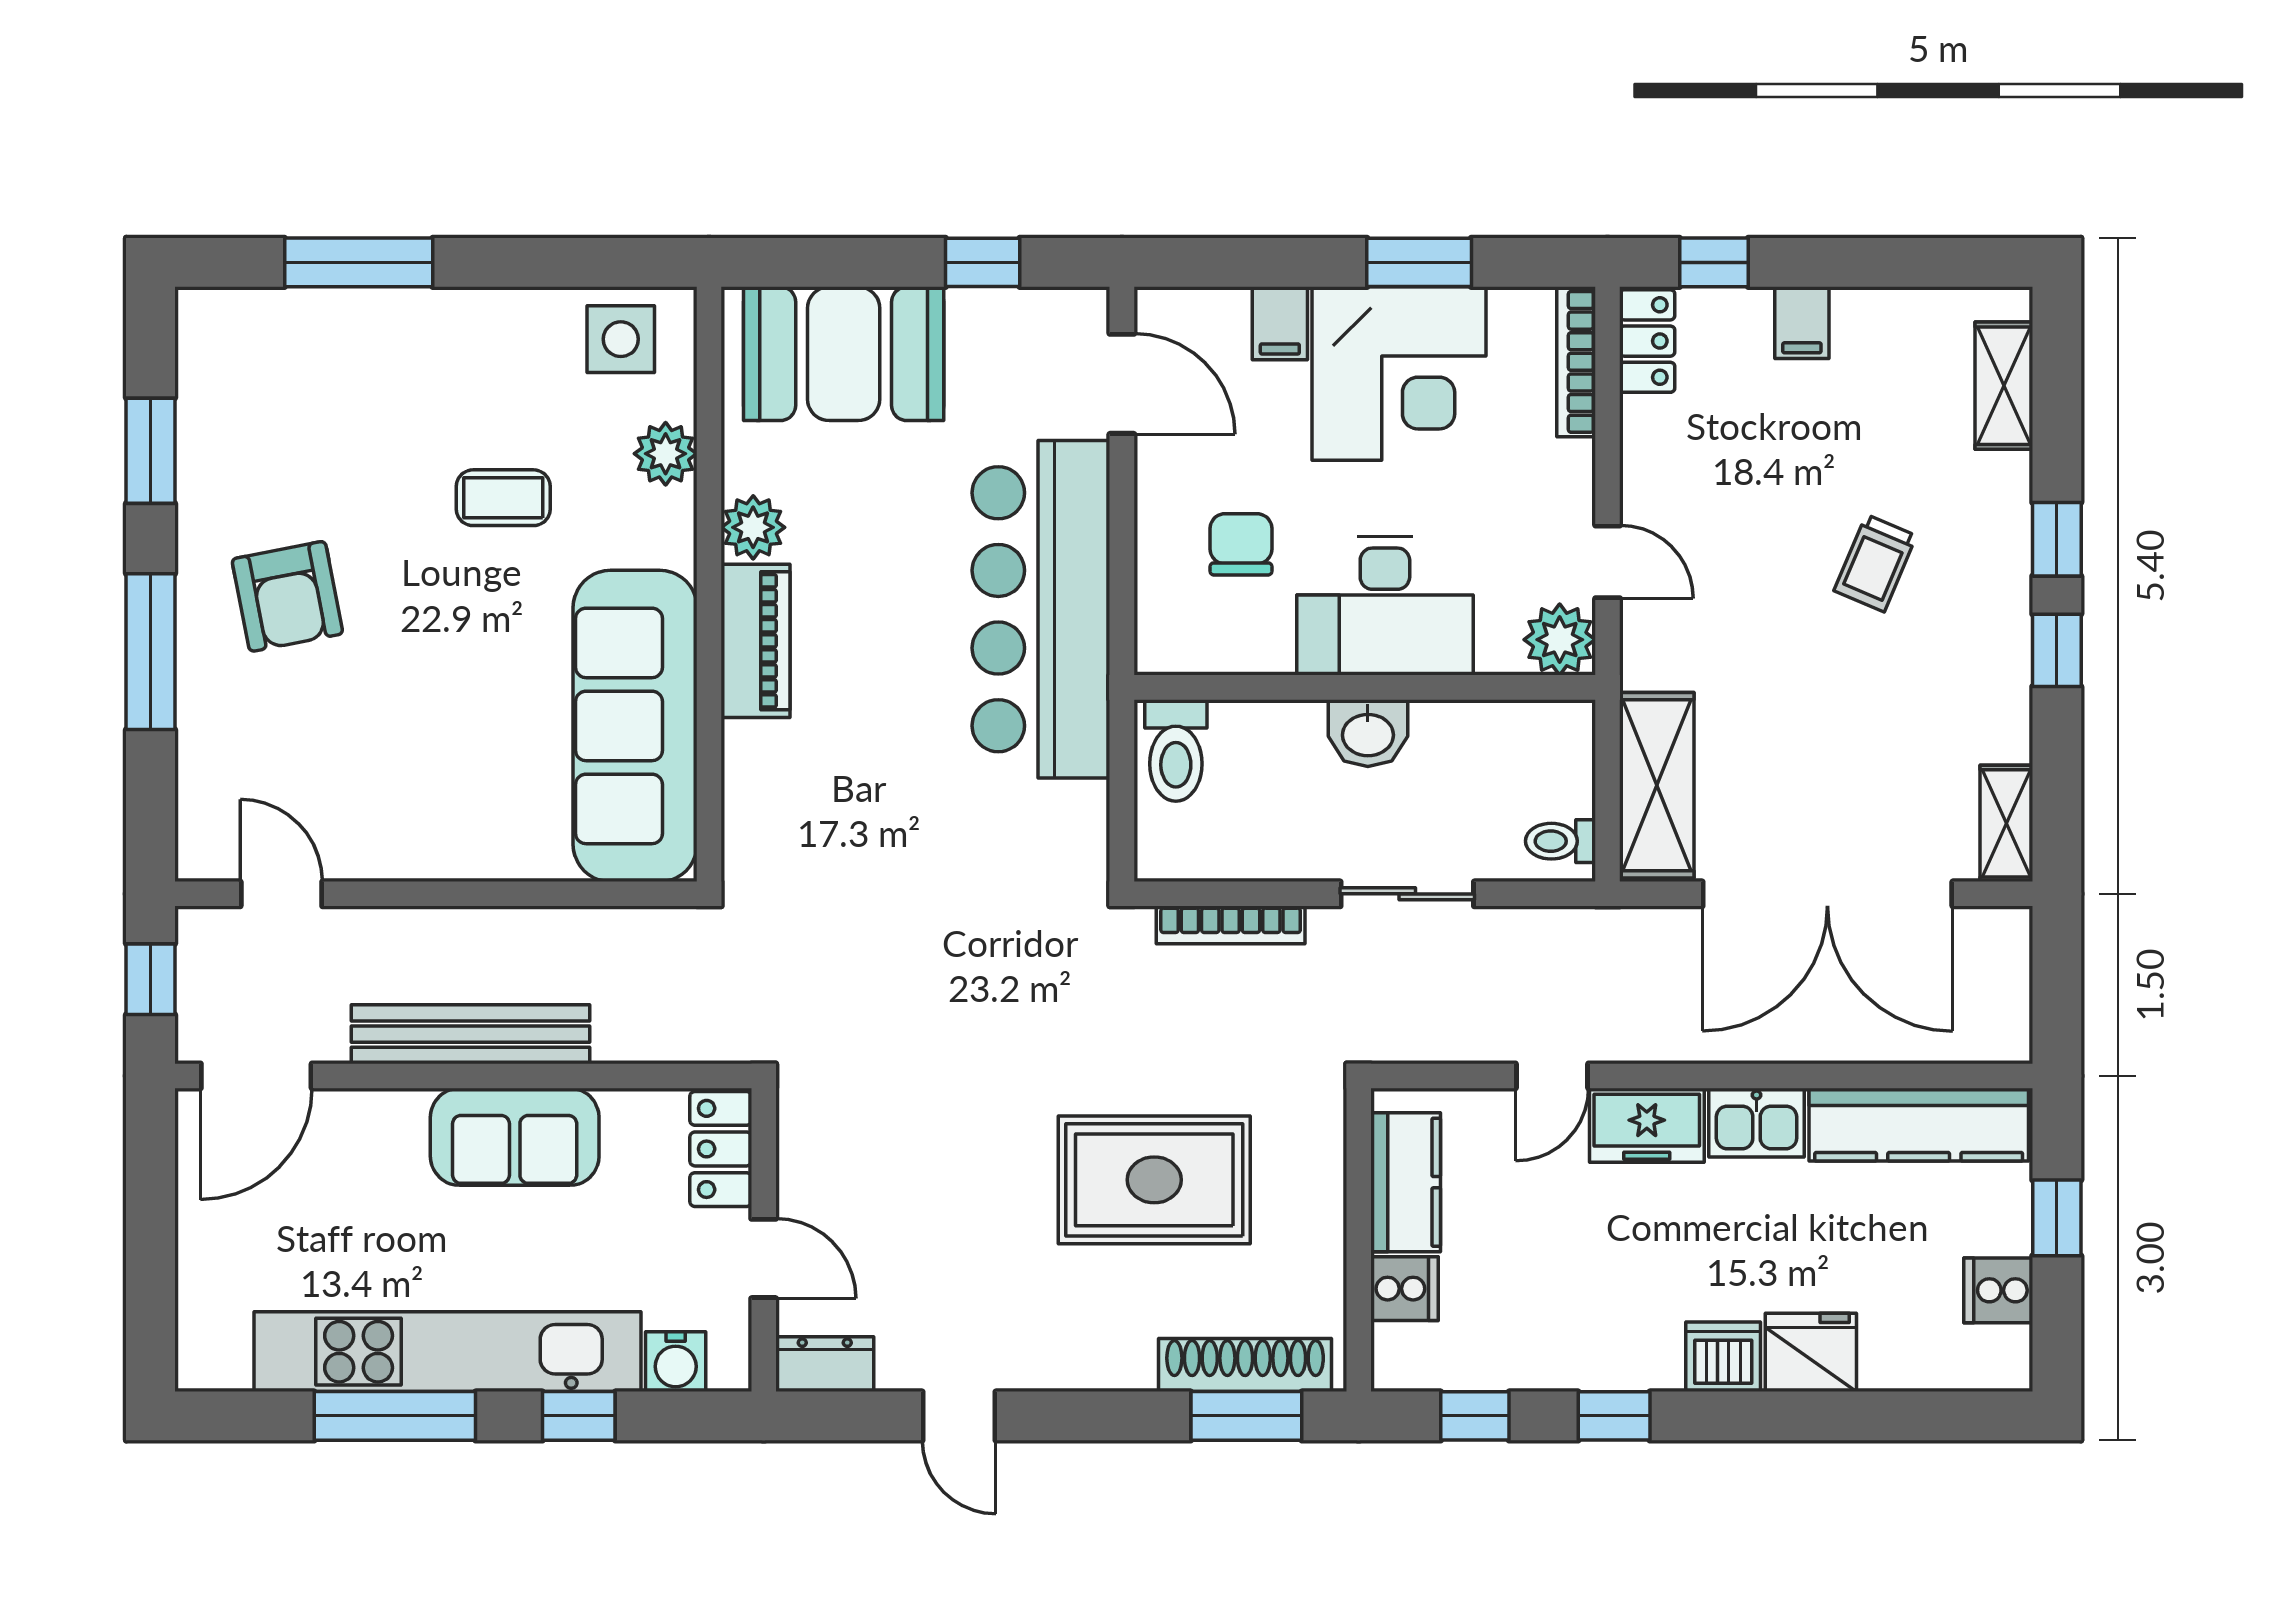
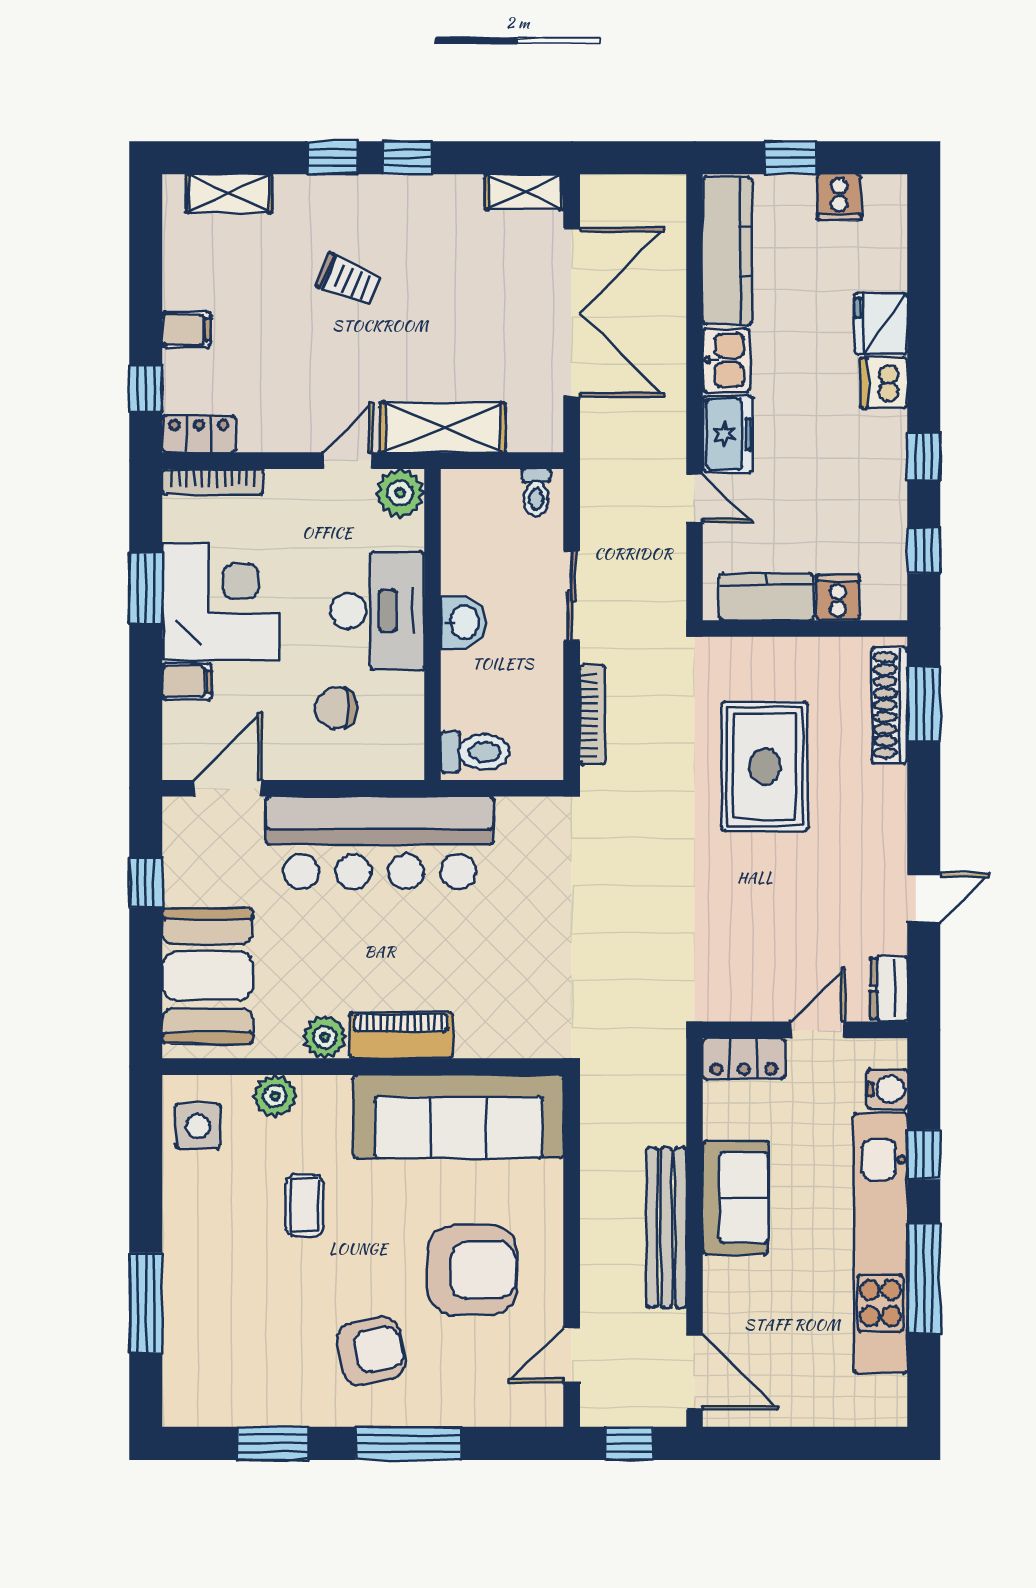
armchair: (408, 747) -> (472, 1270), added
shelving: (1657, 785) -> (443, 427), moved

